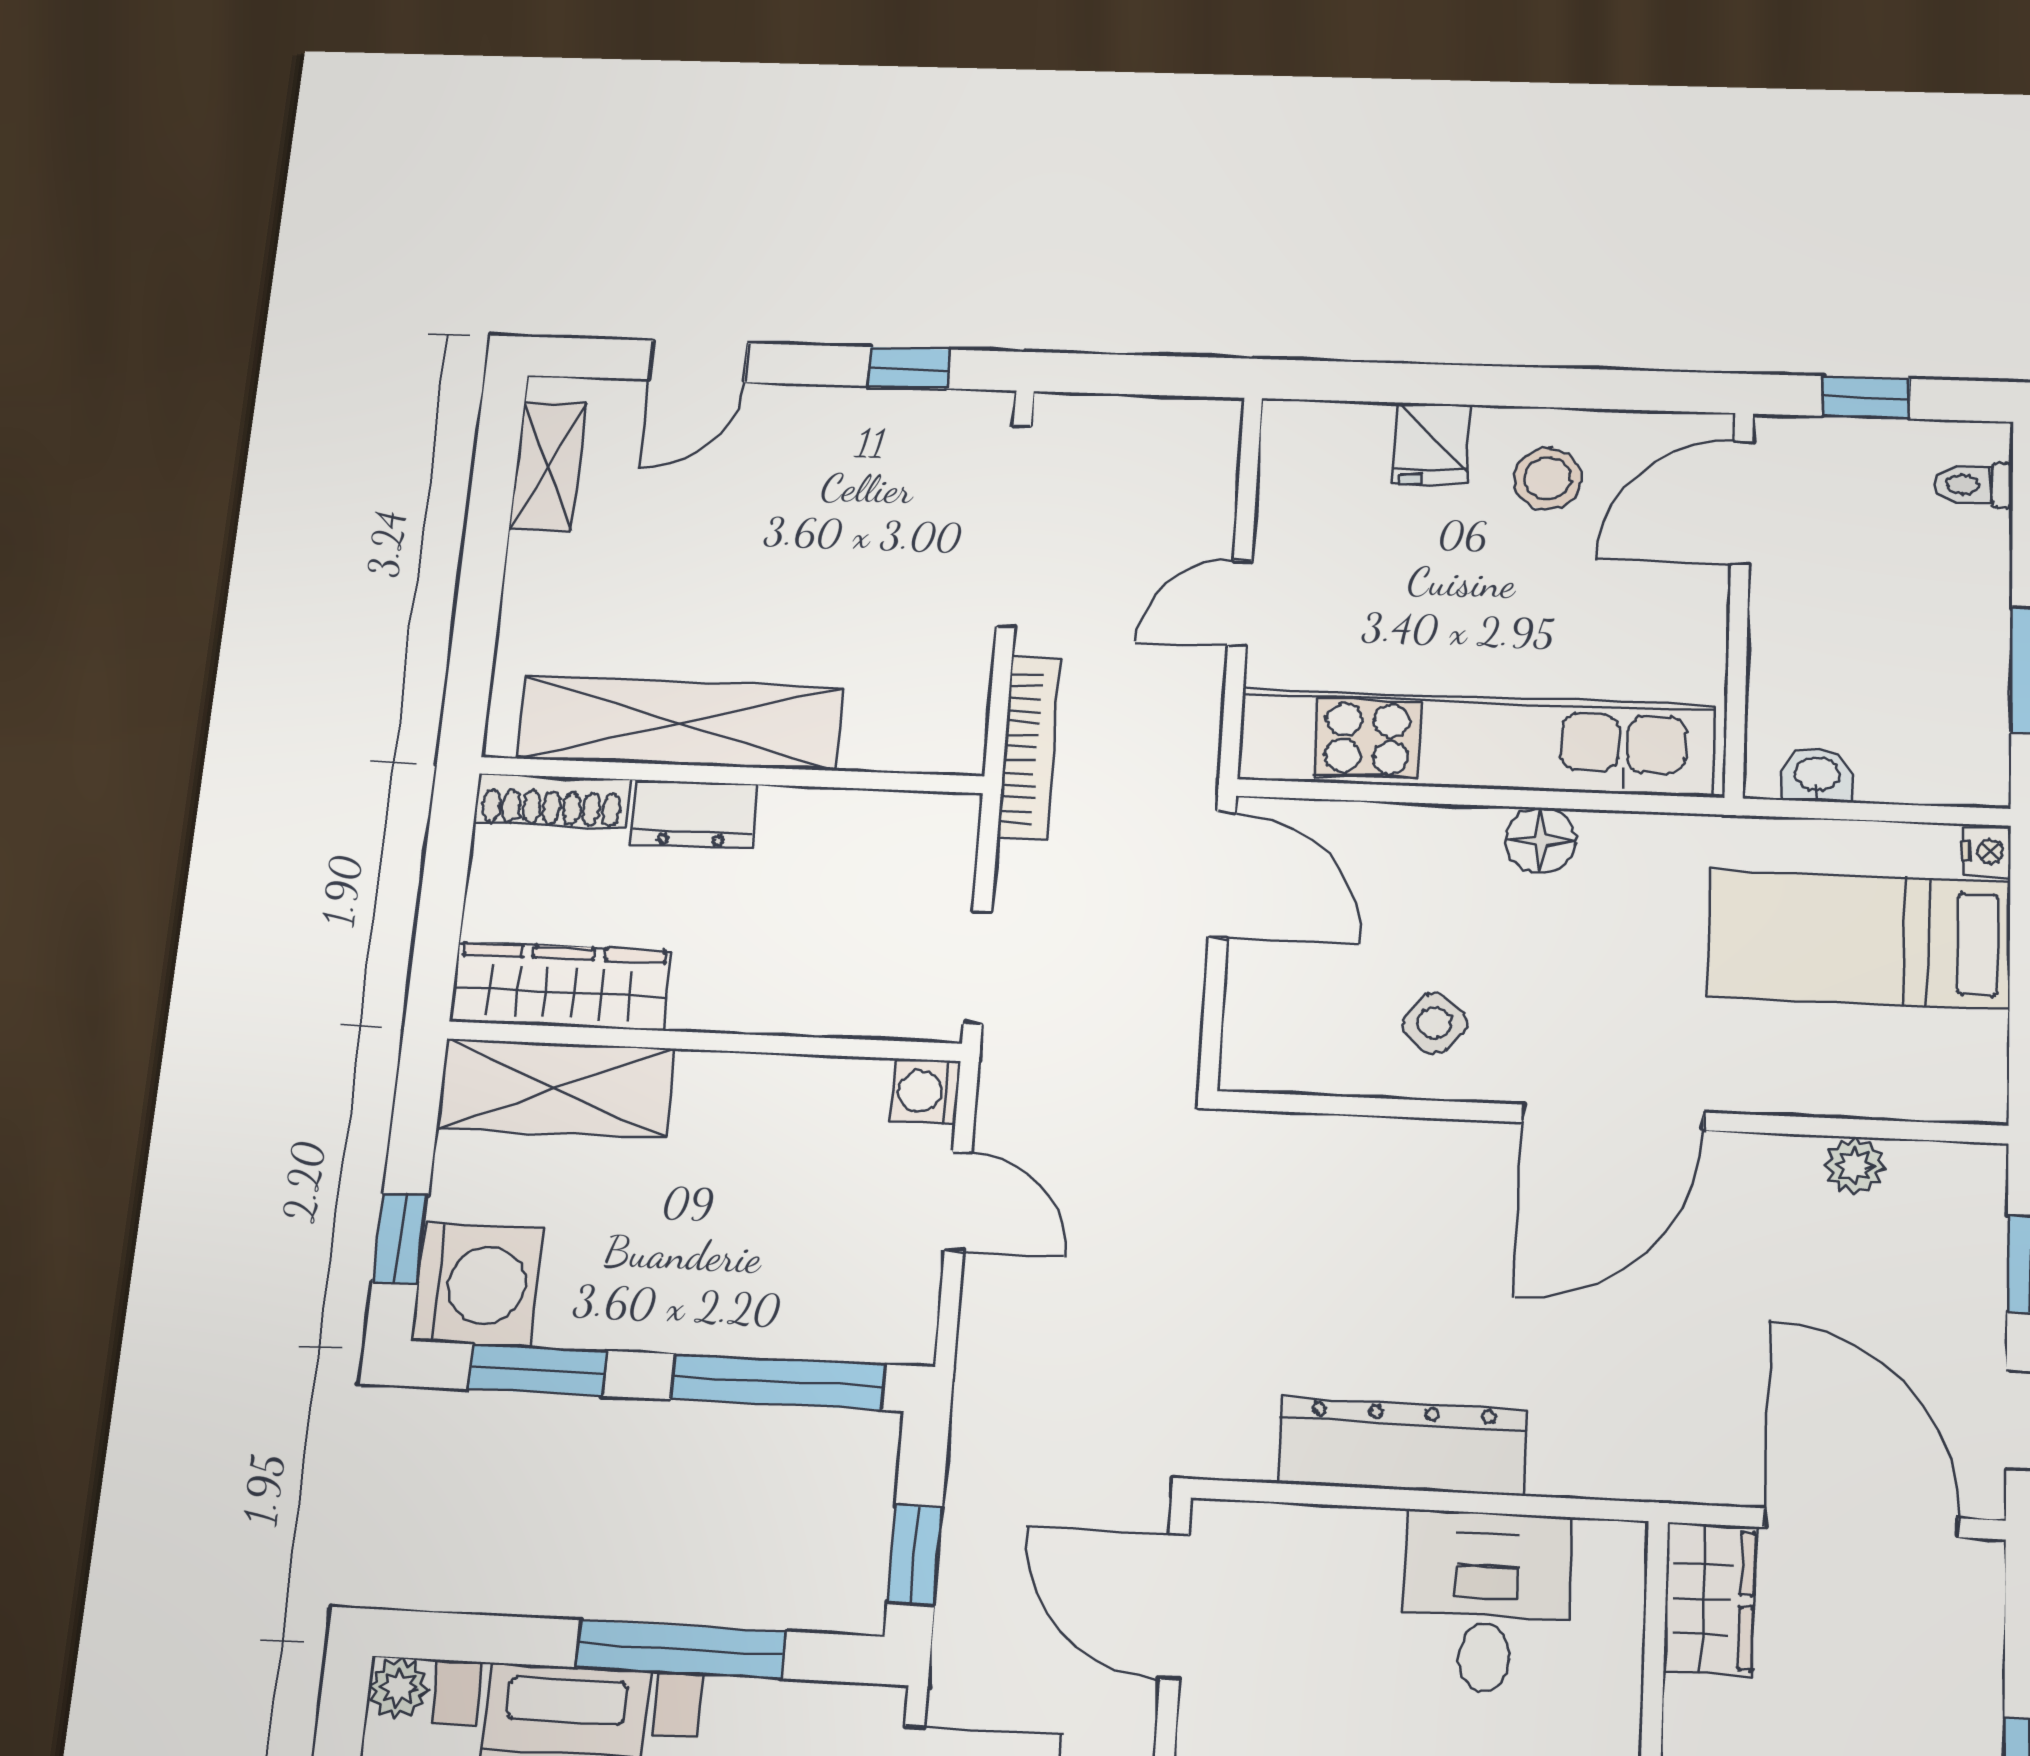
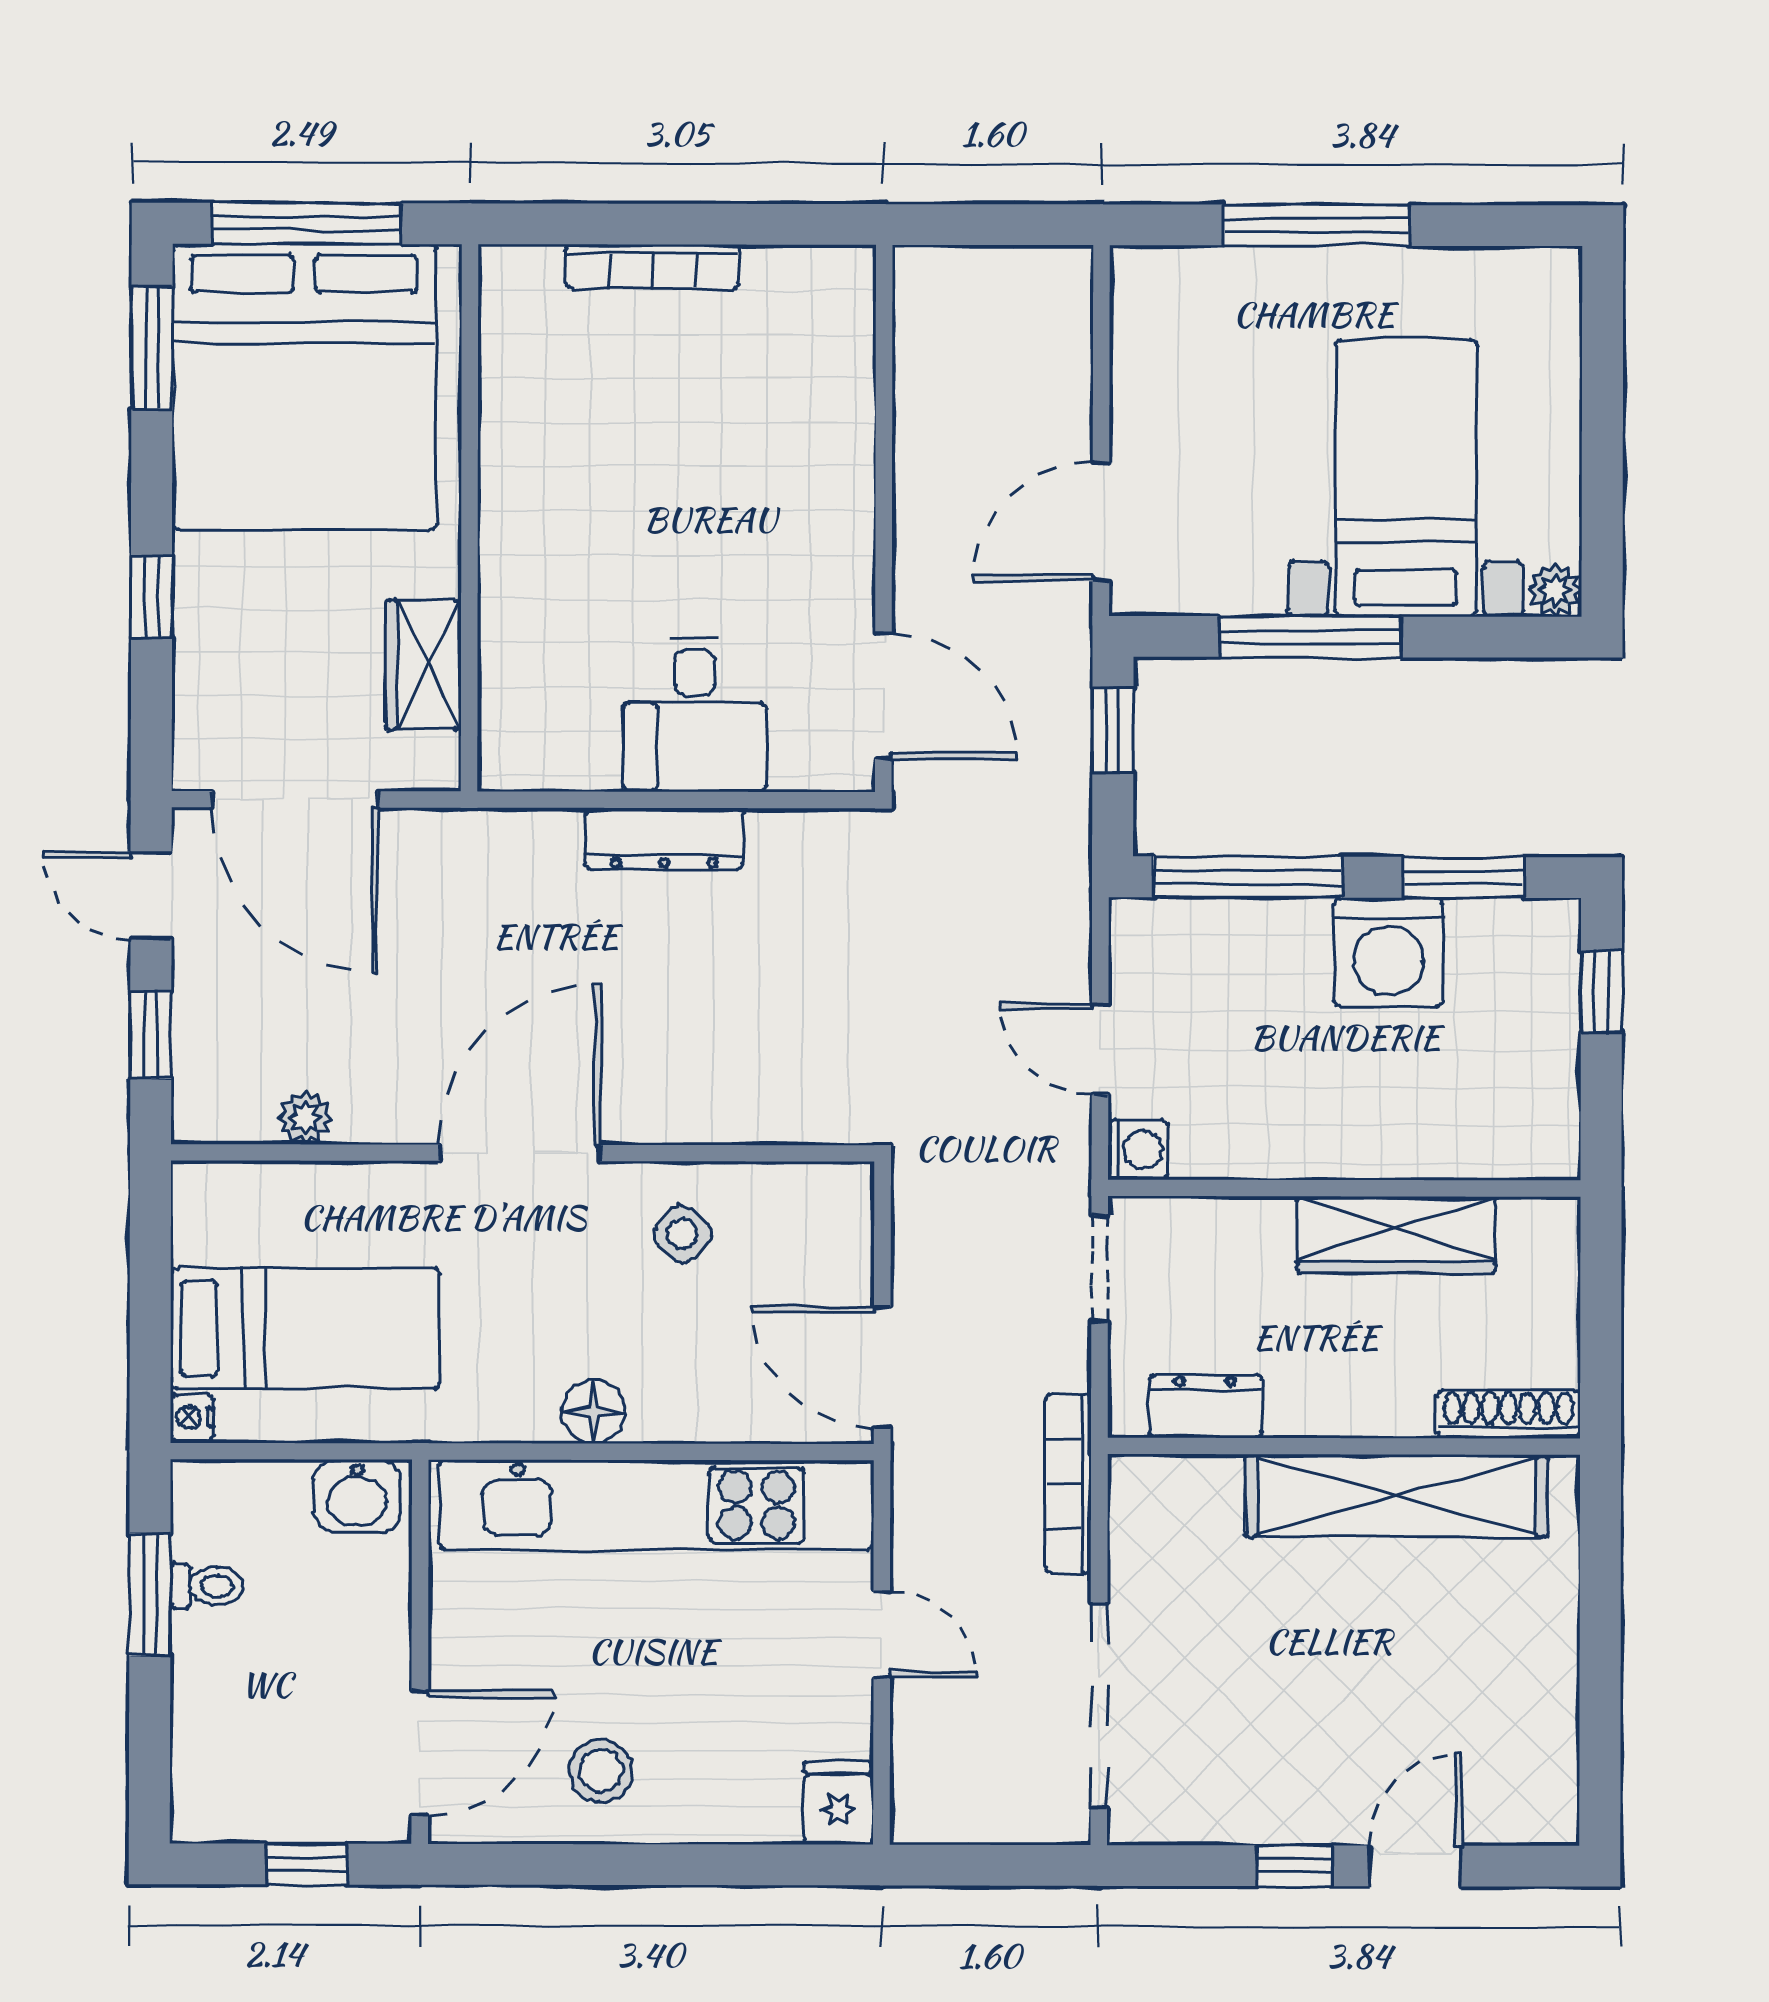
window: (908, 368) -> (1295, 1866), moved
fridge: (1432, 444) -> (838, 1803), moved
shelving: (547, 466) -> (1550, 1752), removed
toilet: (1973, 485) -> (207, 1586), moved
door: (1240, 604) -> (882, 1635), hinge flipped
washbasin: (1817, 775) -> (357, 1496), width x1.38, depth x1.45
dresser: (693, 814) -> (1205, 1406), moved
wardrobe: (560, 986) -> (1396, 1235), moved
shelving: (556, 1088) -> (1475, 1138), removed
washing machine: (477, 1285) -> (1389, 952), moved, turned -90
dresser: (1402, 1446) -> (664, 839), width x0.73, depth x0.80
wardrobe: (1709, 1599) -> (423, 665), moved
desk: (1486, 1602) -> (694, 715), moved

